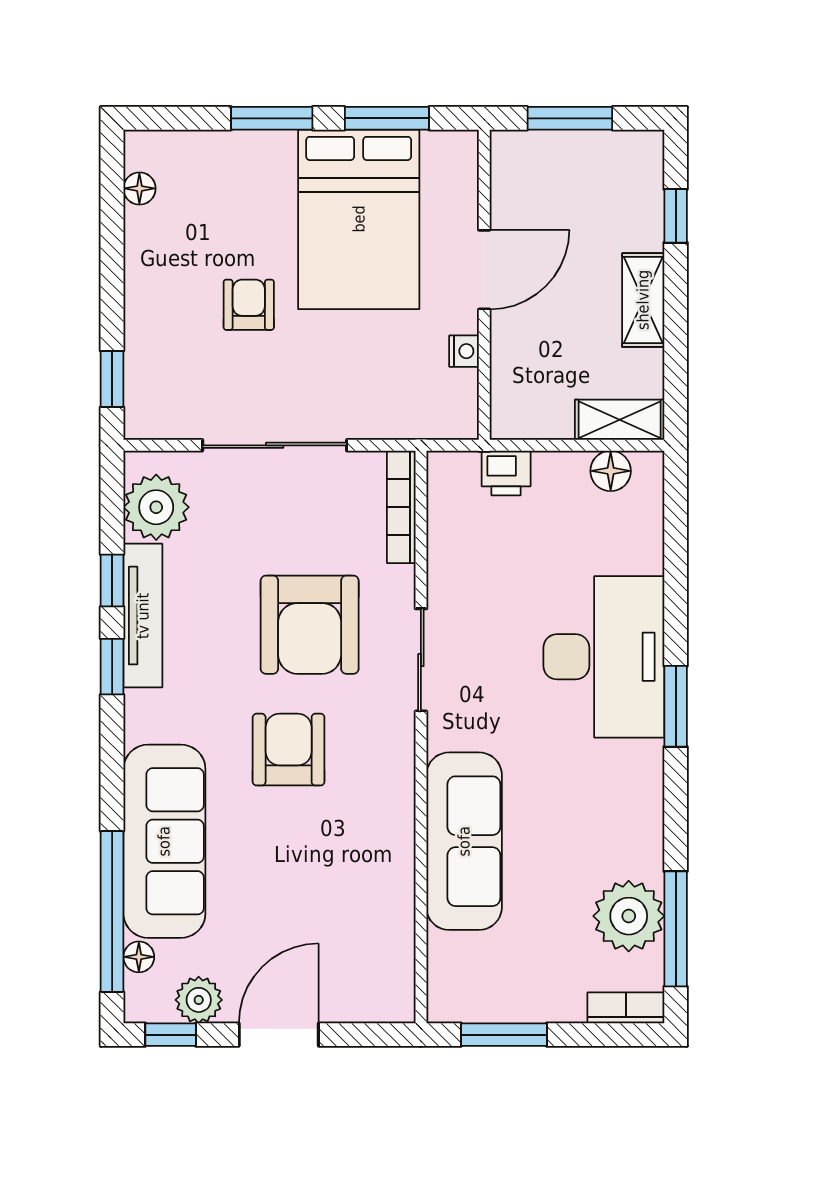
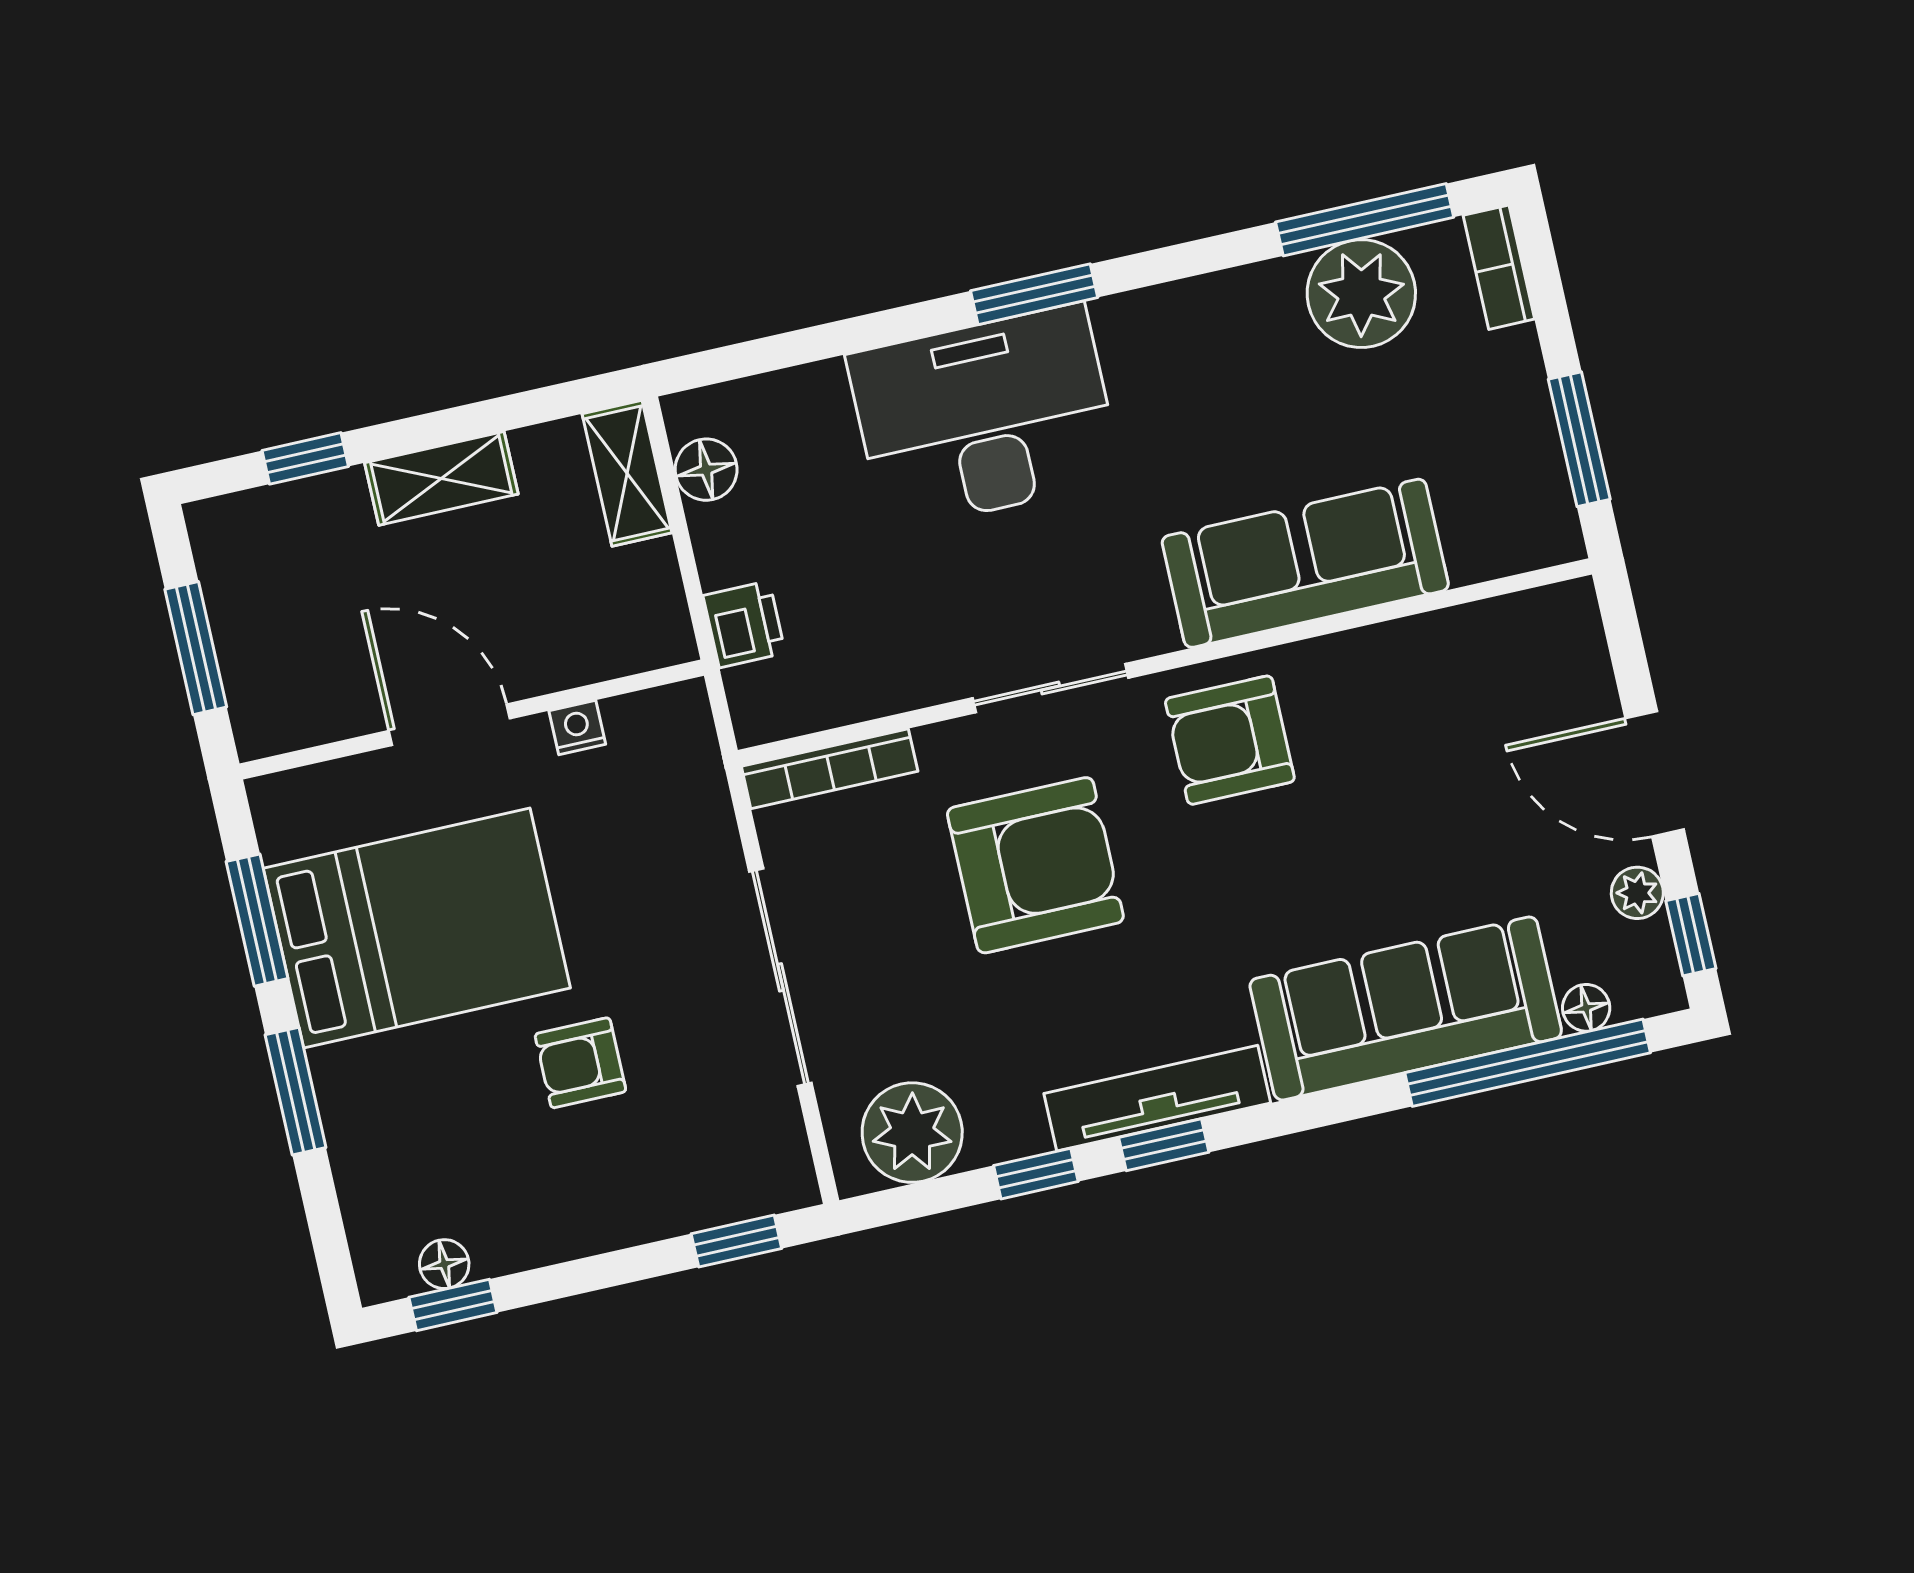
window: (112, 188) -> (453, 1305), added
tv unit: (143, 616) -> (1157, 1098), moved
armchair: (289, 750) -> (1230, 740), moved
plant: (199, 1000) -> (1637, 893), width x0.73, depth x0.73

